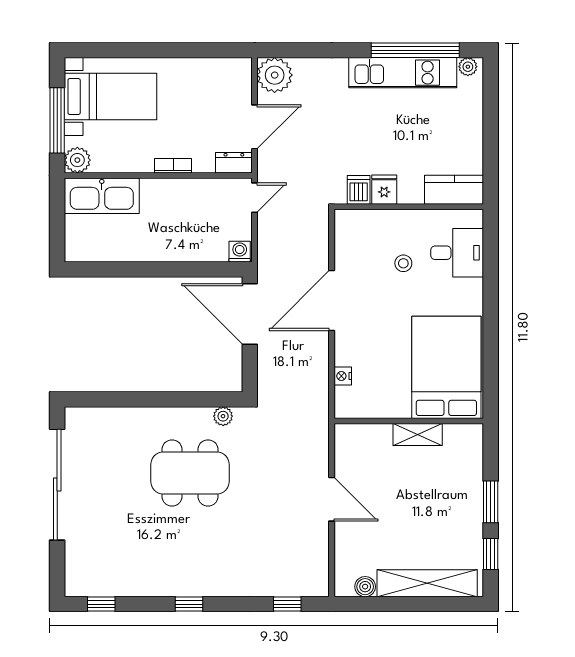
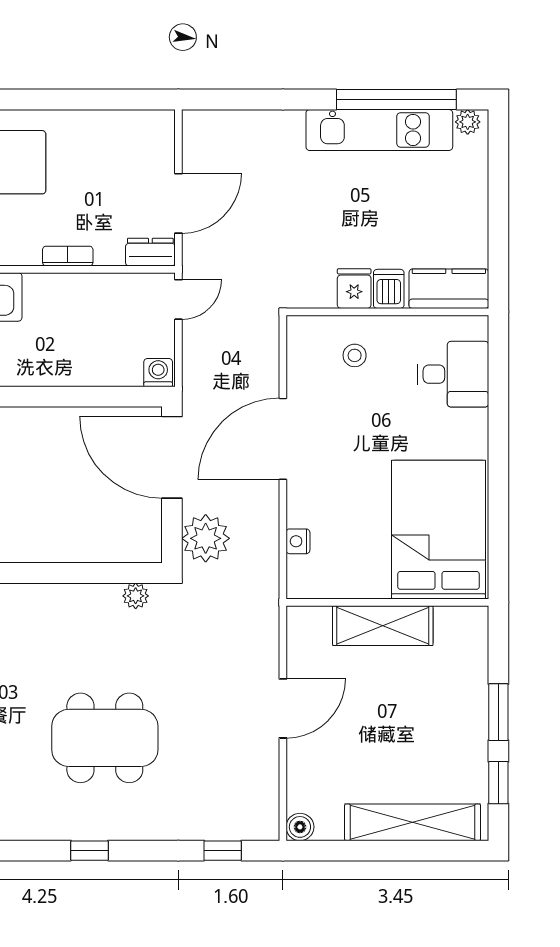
plant: (275, 75) -> (206, 538), moved
dishwasher: (359, 190) -> (389, 289), moved
stool: (403, 263) -> (355, 355), moved
shelving: (418, 435) -> (383, 626), width x1.50, depth x1.33
dining table: (190, 473) -> (105, 738), moved
door: (332, 499) -> (283, 708), hinge flipped
boiler: (365, 587) -> (300, 827), moved

